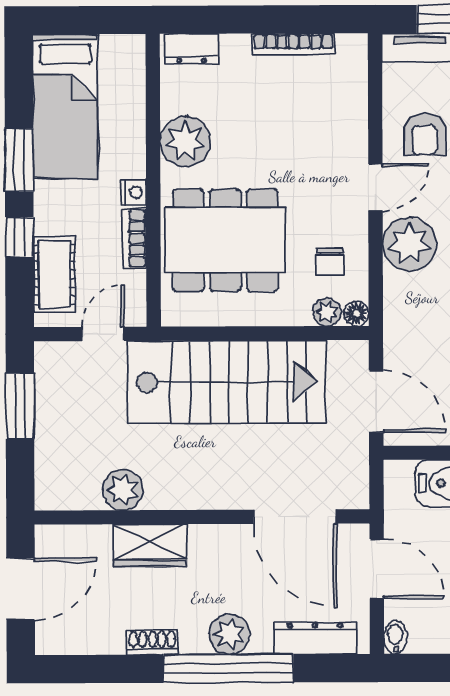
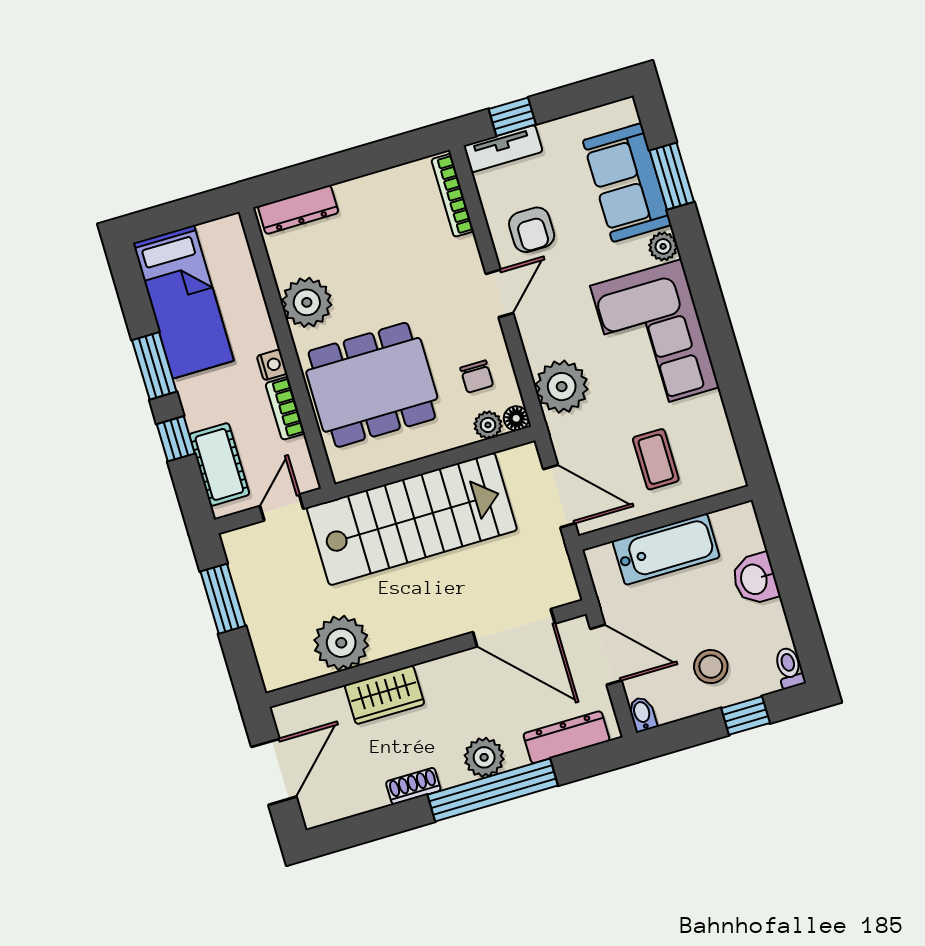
bookcase: (293, 44) -> (453, 195), moved, turned 90
dresser: (191, 49) -> (298, 210), width x1.44
plant: (409, 244) -> (562, 387), moved
plant: (123, 490) -> (341, 643), width x1.36, depth x1.36

